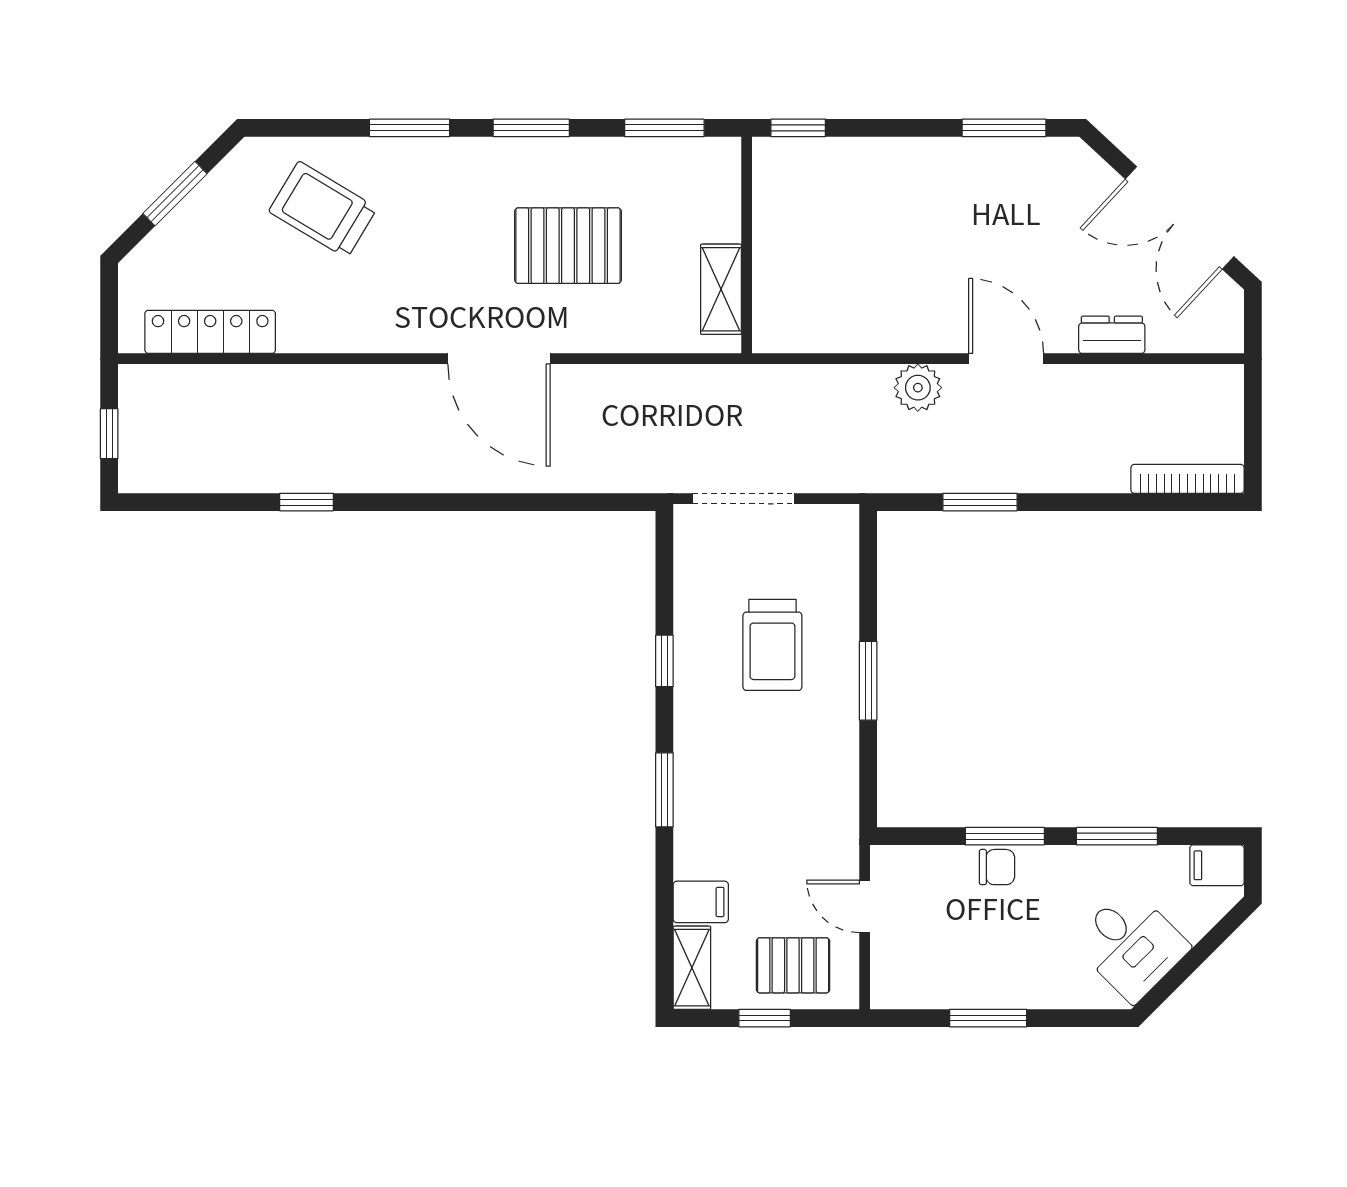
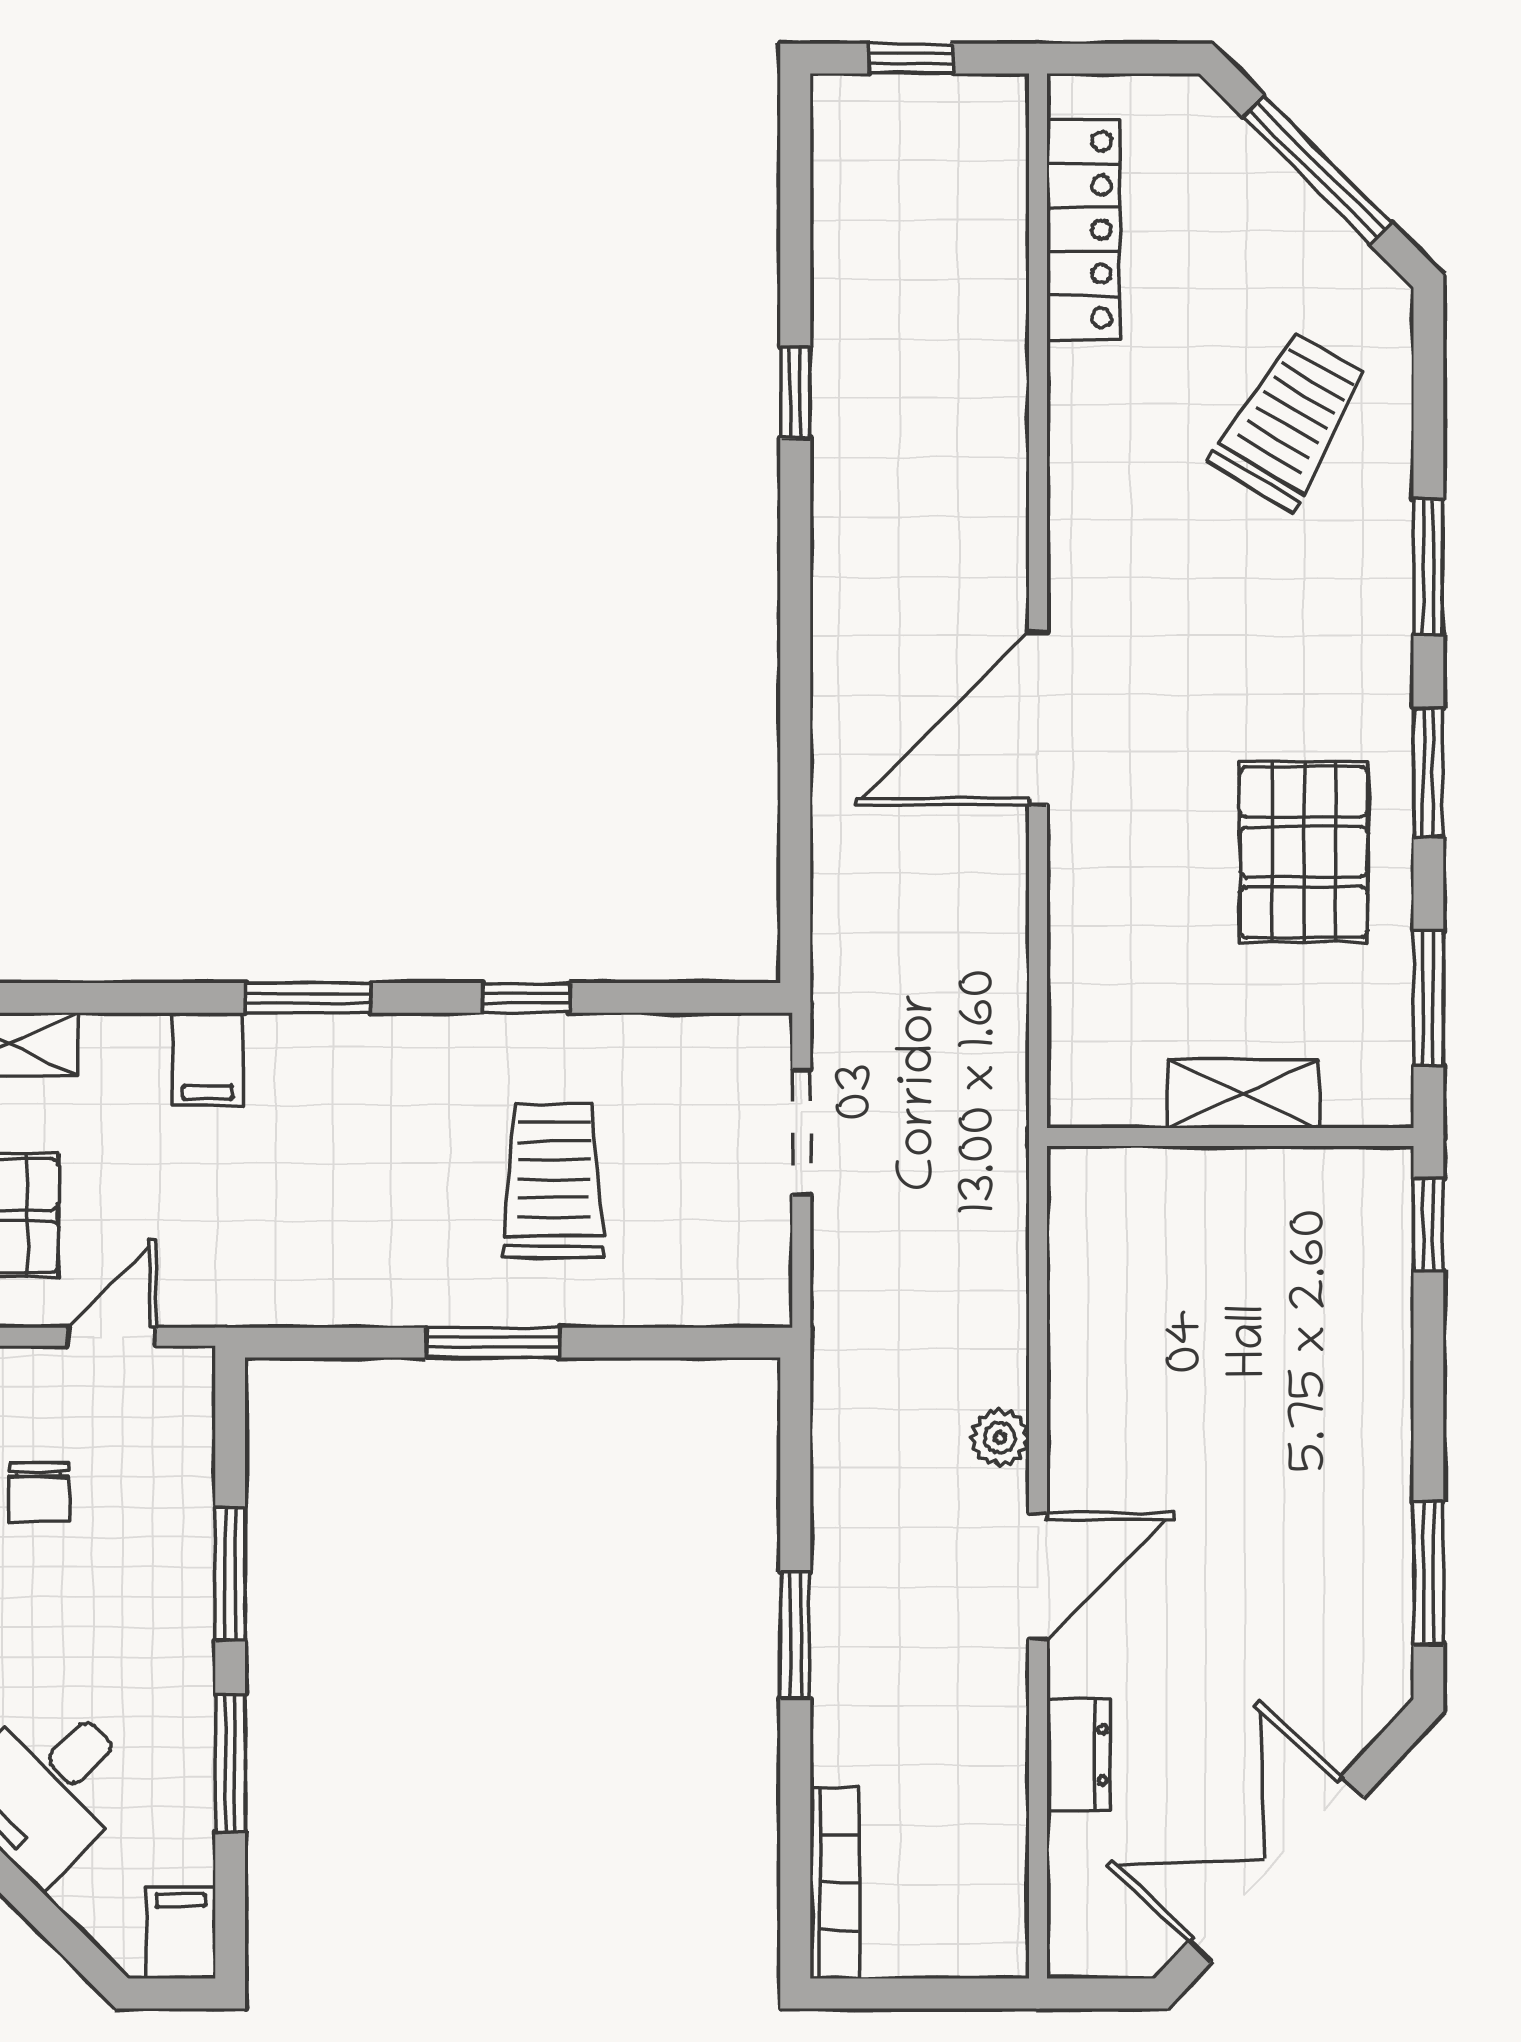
window: (175, 194) -> (1317, 170), width x1.44
pallet: (568, 246) -> (1304, 852), moved
shelving: (721, 289) -> (1243, 1094), moved
plant: (918, 388) -> (1000, 1438), width x0.73, depth x0.73
doorway: (744, 499) -> (801, 1132), width x0.73
window: (980, 502) -> (795, 1635), moved
trolley: (772, 645) -> (554, 1181), turned 90
chair: (997, 867) -> (39, 1492), moved
filing cabinet: (701, 902) -> (207, 1059), moved

